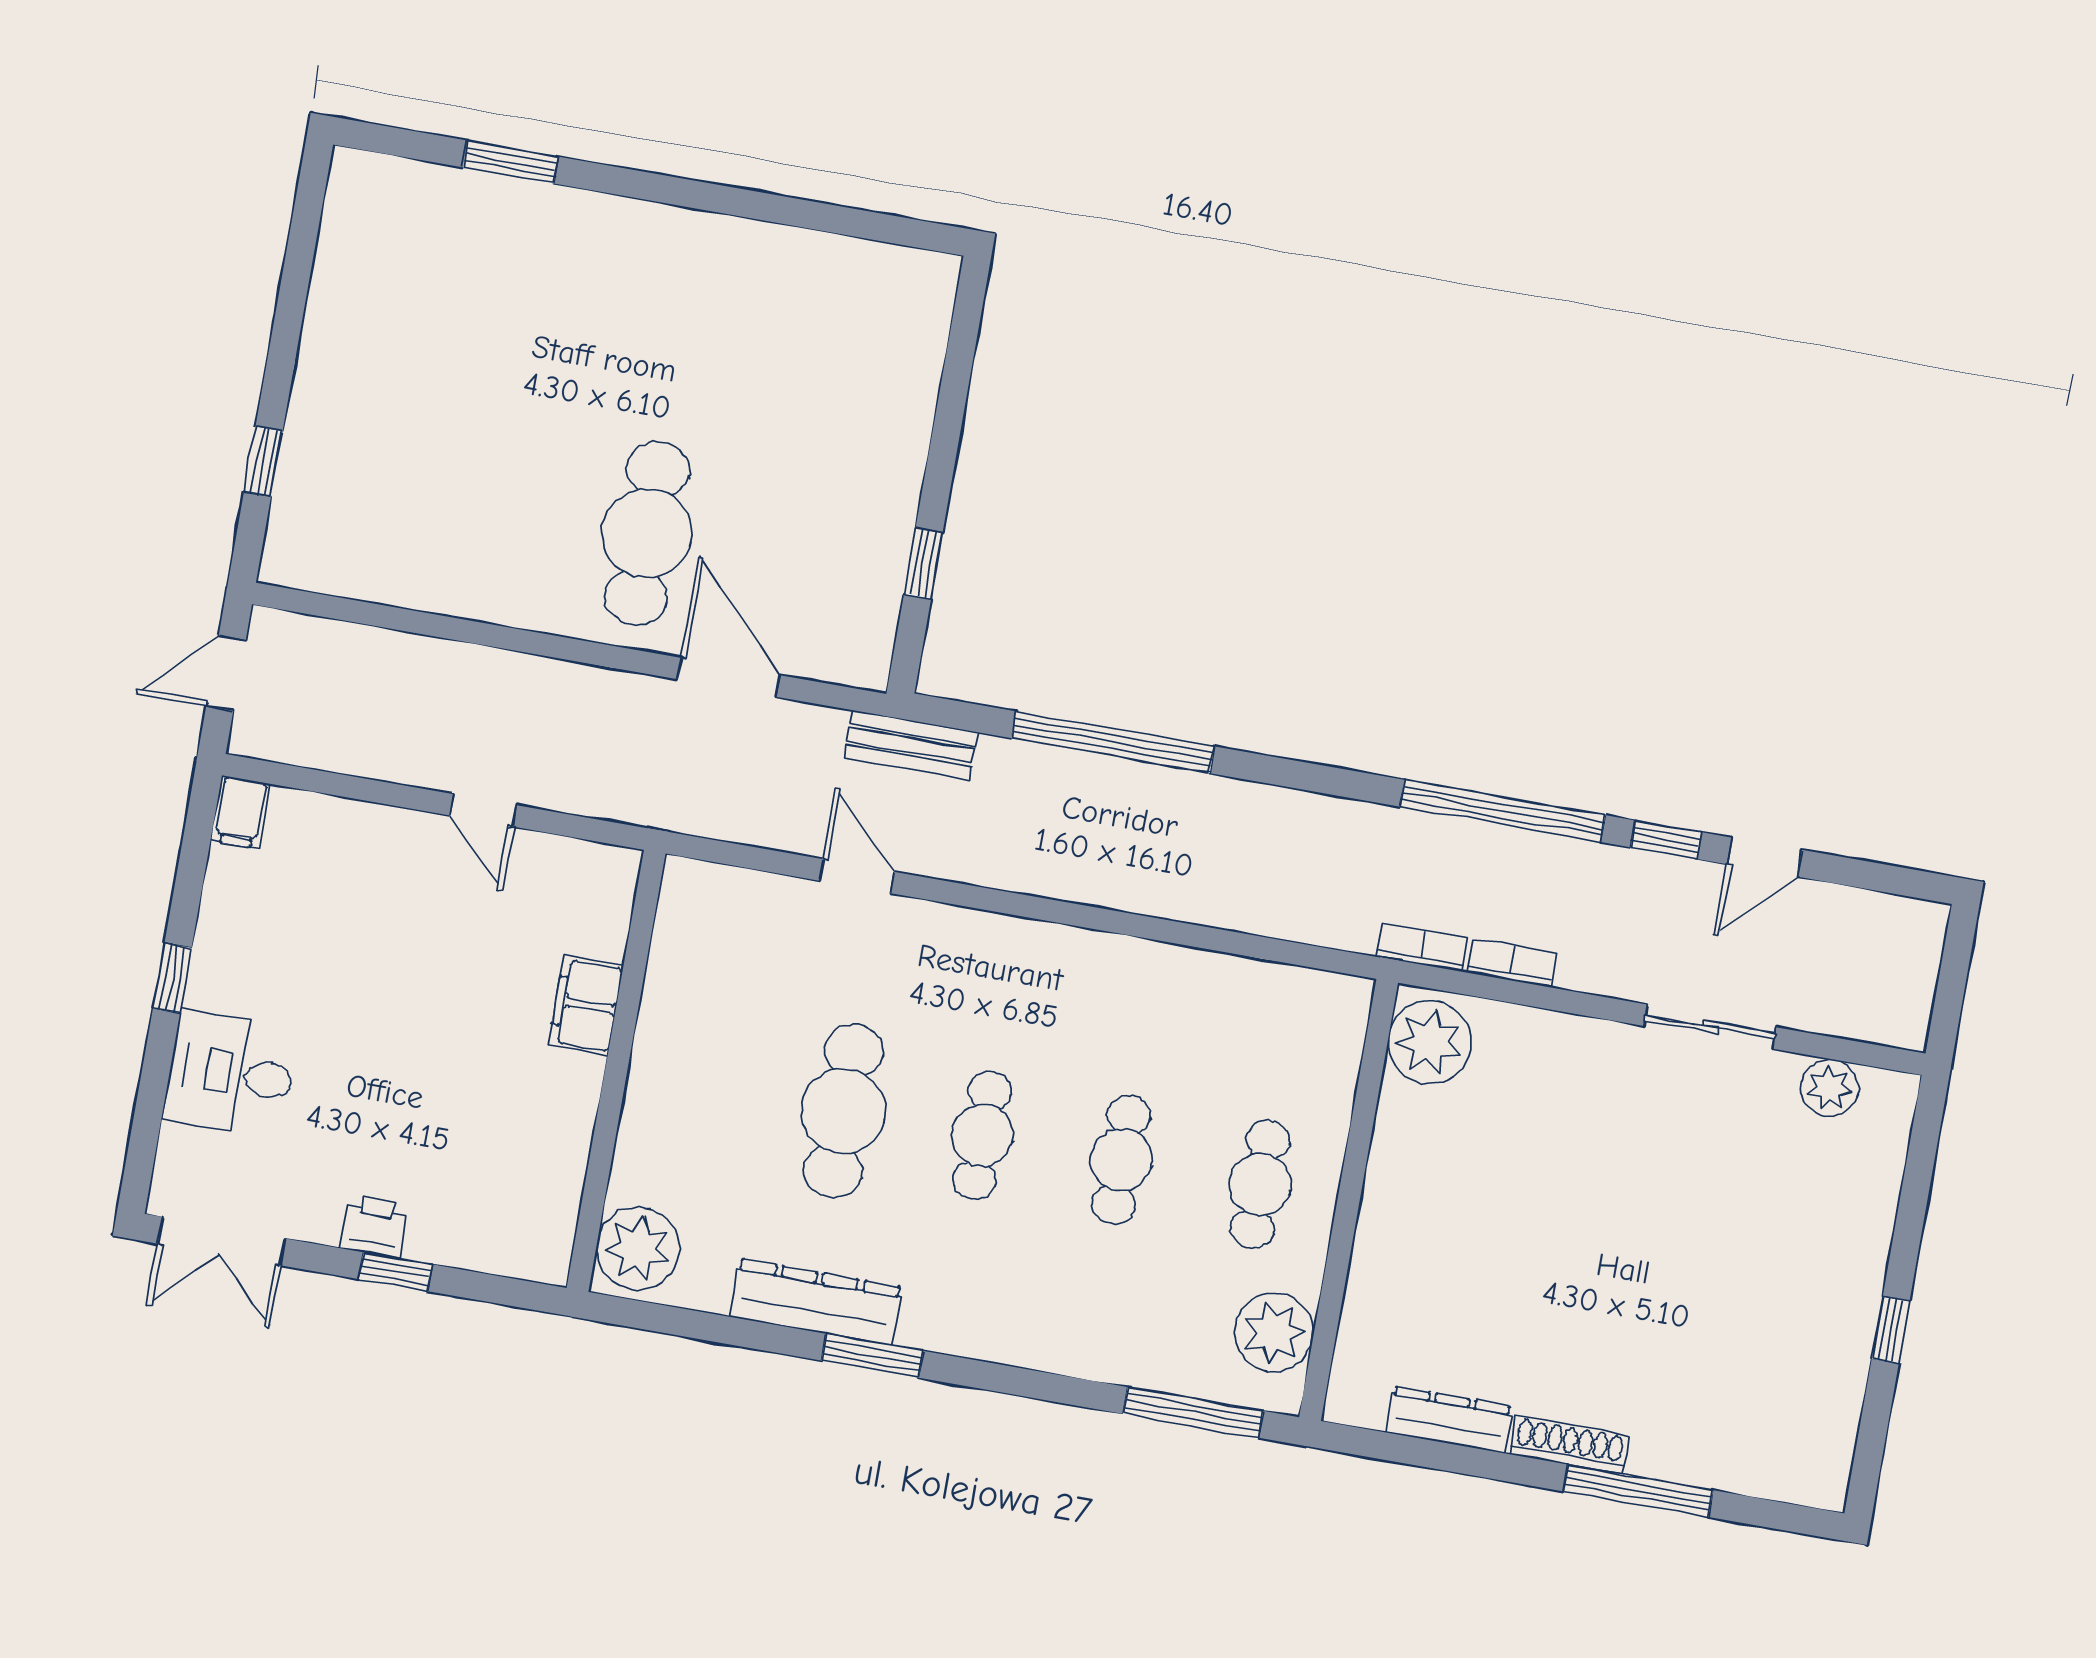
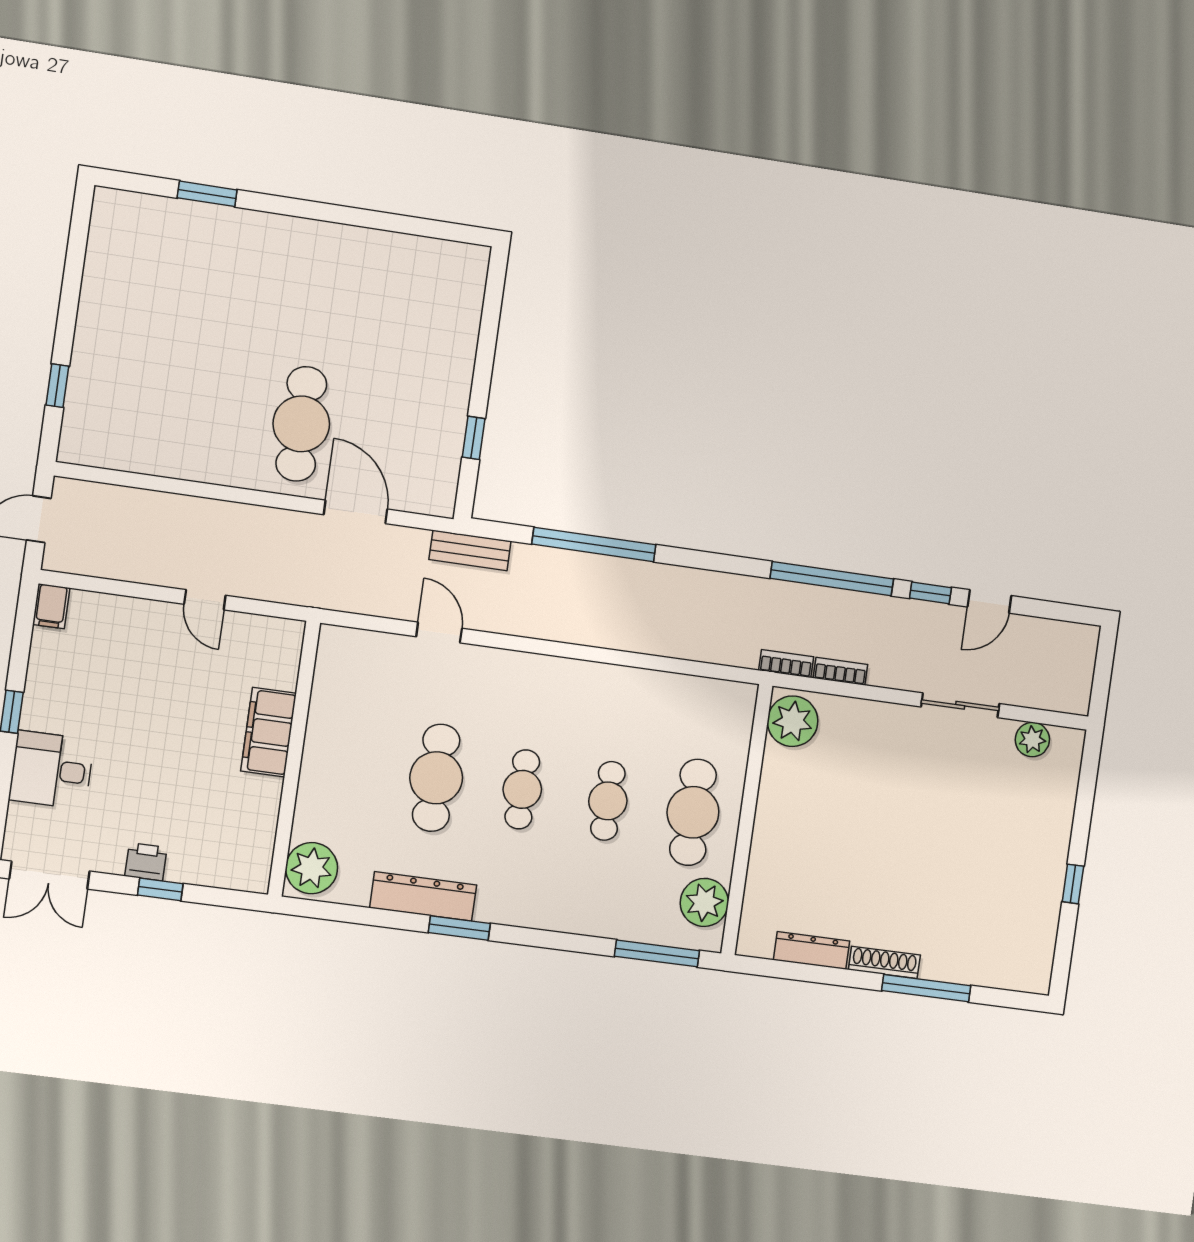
filing cabinet: (586, 1005) -> (269, 732), width x1.50, depth x1.17
cafe table: (1260, 1184) -> (693, 812), width x1.37, depth x1.35

